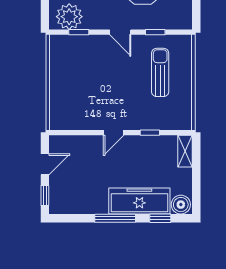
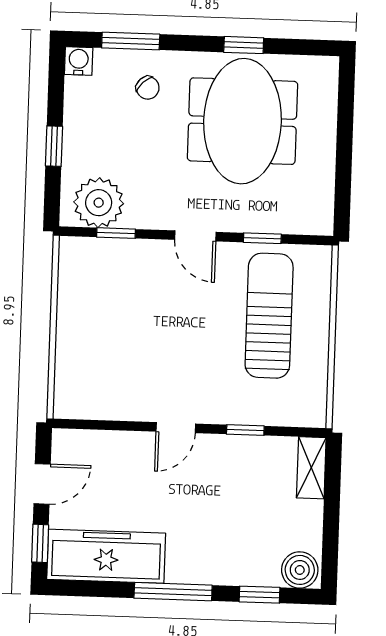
sun lounger: (160, 72) -> (269, 316), width x1.36, depth x1.34
freezer: (139, 201) -> (106, 556), moved

